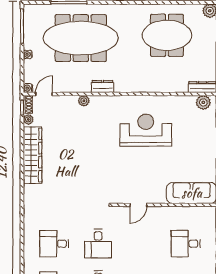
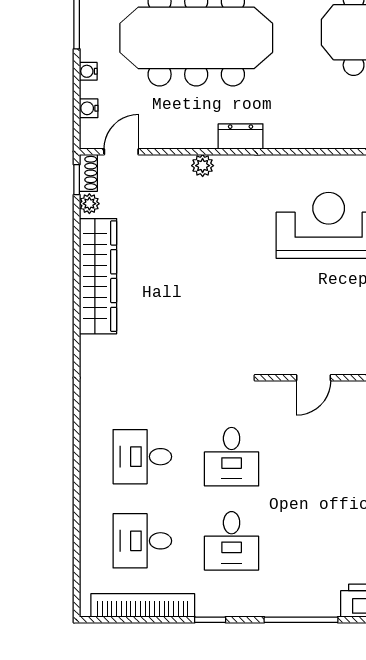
water cooler: (28, 88) -> (89, 108), moved

